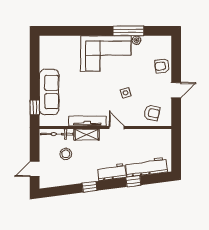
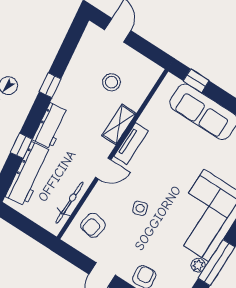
tv unit: (87, 121) -> (131, 143), width x0.71
bicycle: (57, 134) -> (70, 203), moved

